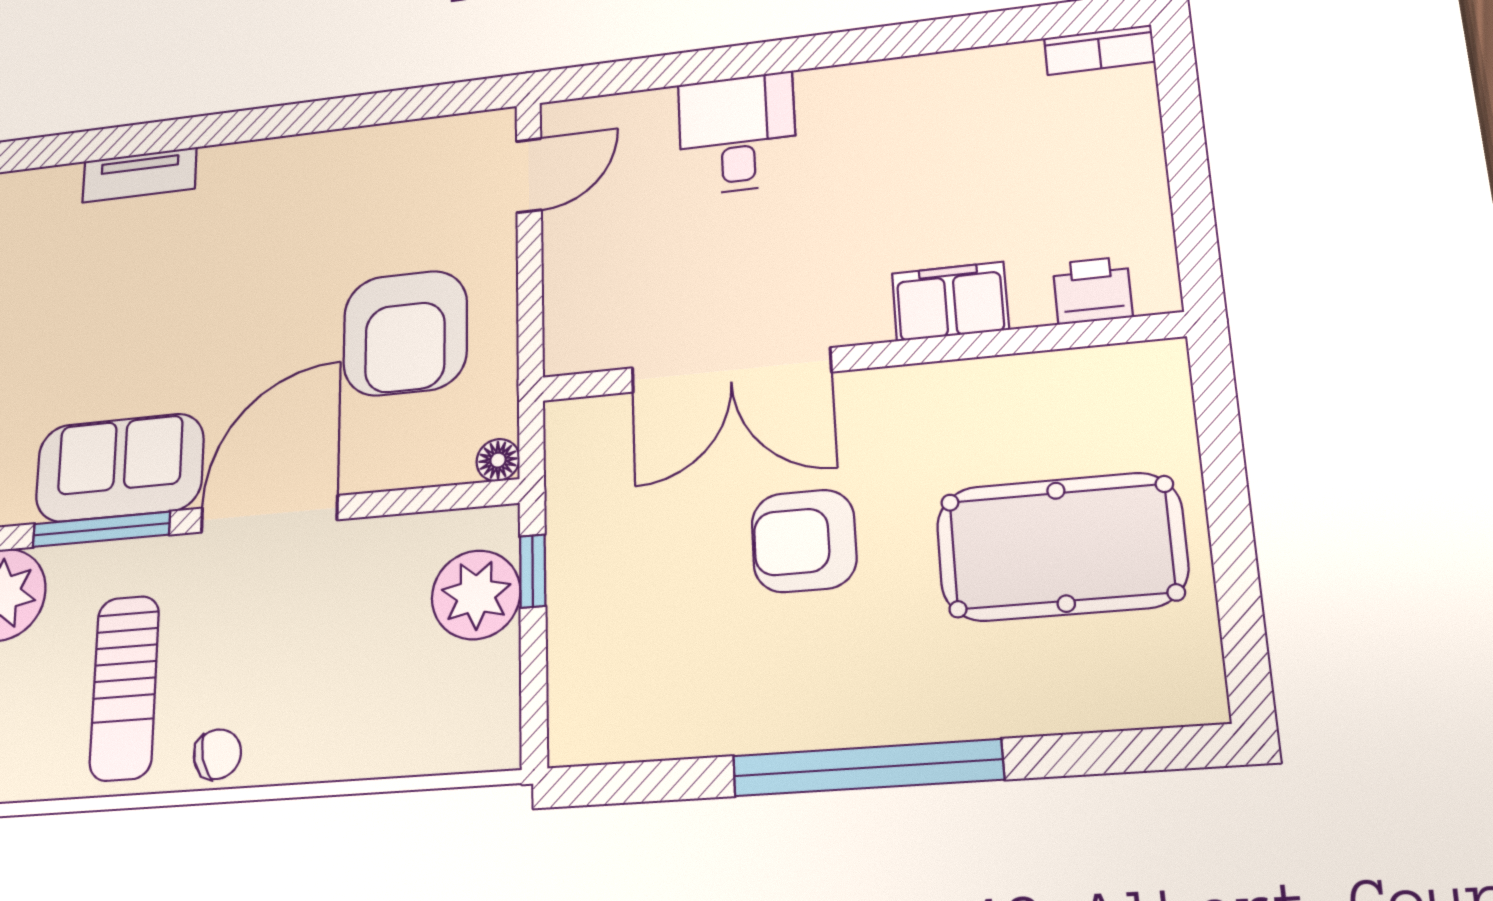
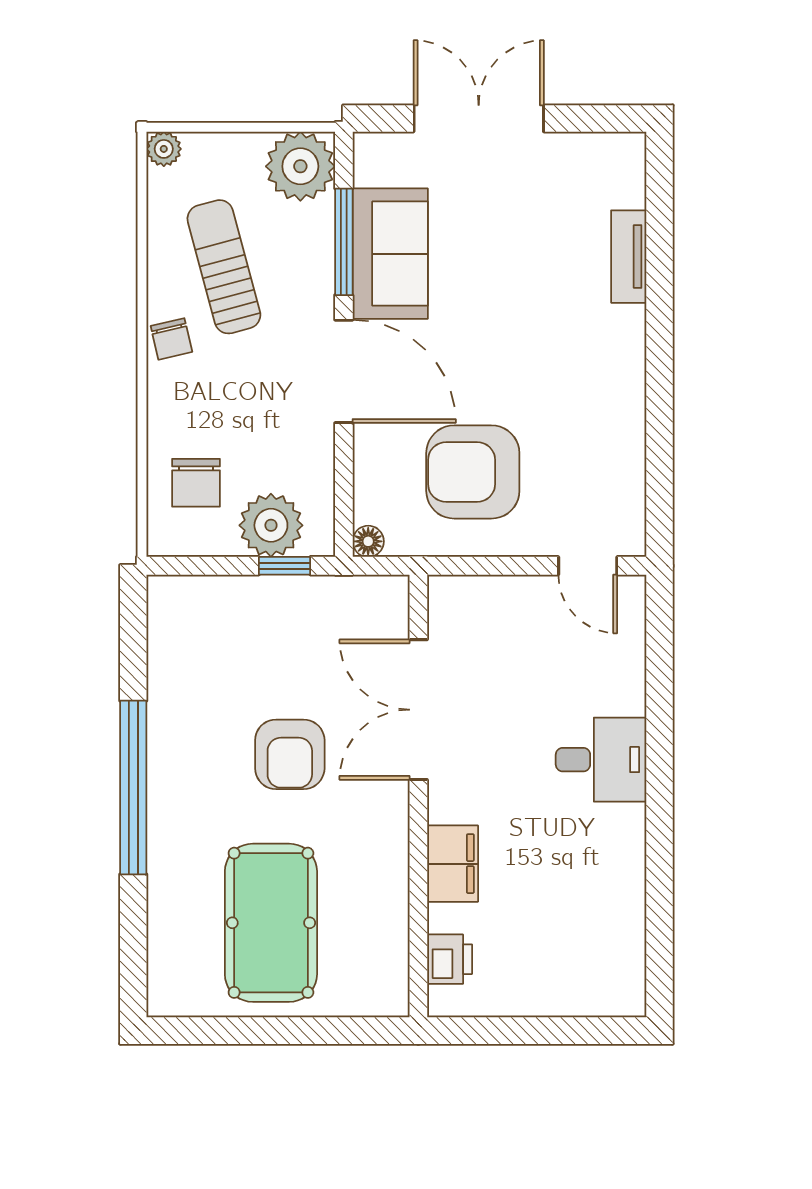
bookcase: (1099, 50) -> (632, 980), removed
desk: (737, 133) -> (601, 760), moved
armchair: (804, 541) -> (290, 754), turned 180
sun lounger: (124, 688) -> (224, 267), turned 75
chair: (416, 705) -> (196, 483), added

